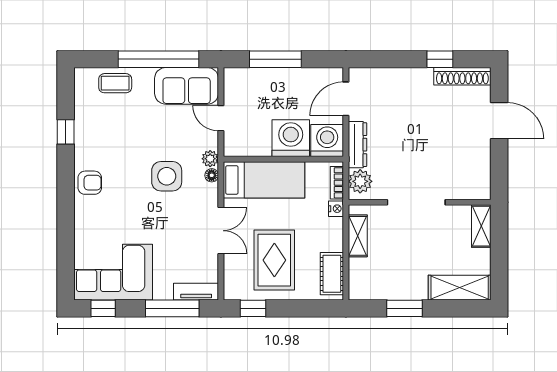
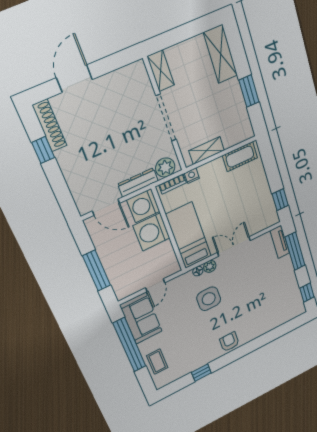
plant: (210, 159) -> (210, 266), moved
shelving: (481, 226) -> (161, 71), moved, turned 90
rug: (274, 260) -> (243, 201), removed
corner sofa: (113, 272) -> (282, 298), removed

